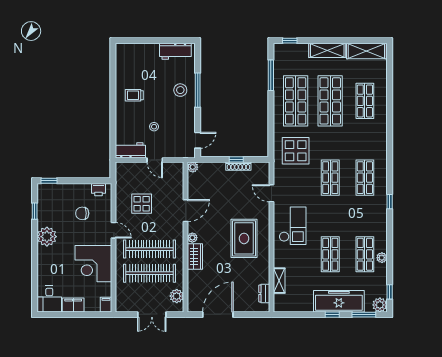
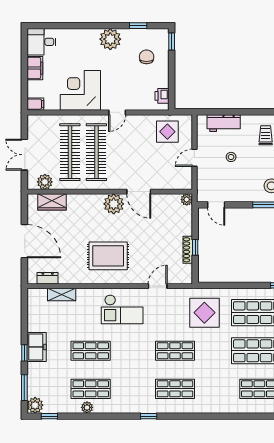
workbench: (130, 150) -> (224, 123), moved, turned 90
display table: (142, 204) -> (167, 132), moved
chair: (82, 213) -> (147, 57), moved
plant: (192, 238) -> (114, 204), width x1.88, depth x1.88
wardrobe: (195, 256) -> (52, 202), moved
freezer: (339, 301) -> (37, 347), width x0.52, depth x0.79
door: (218, 315) -> (24, 241), moved

